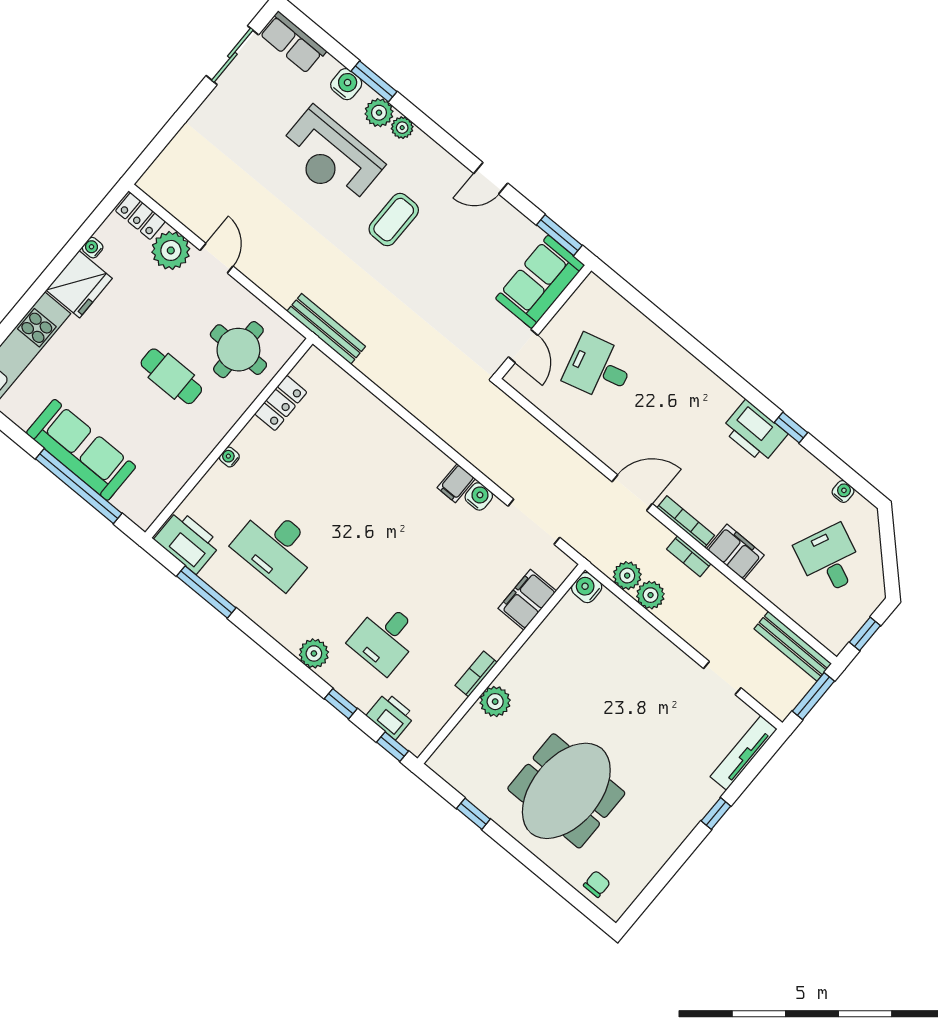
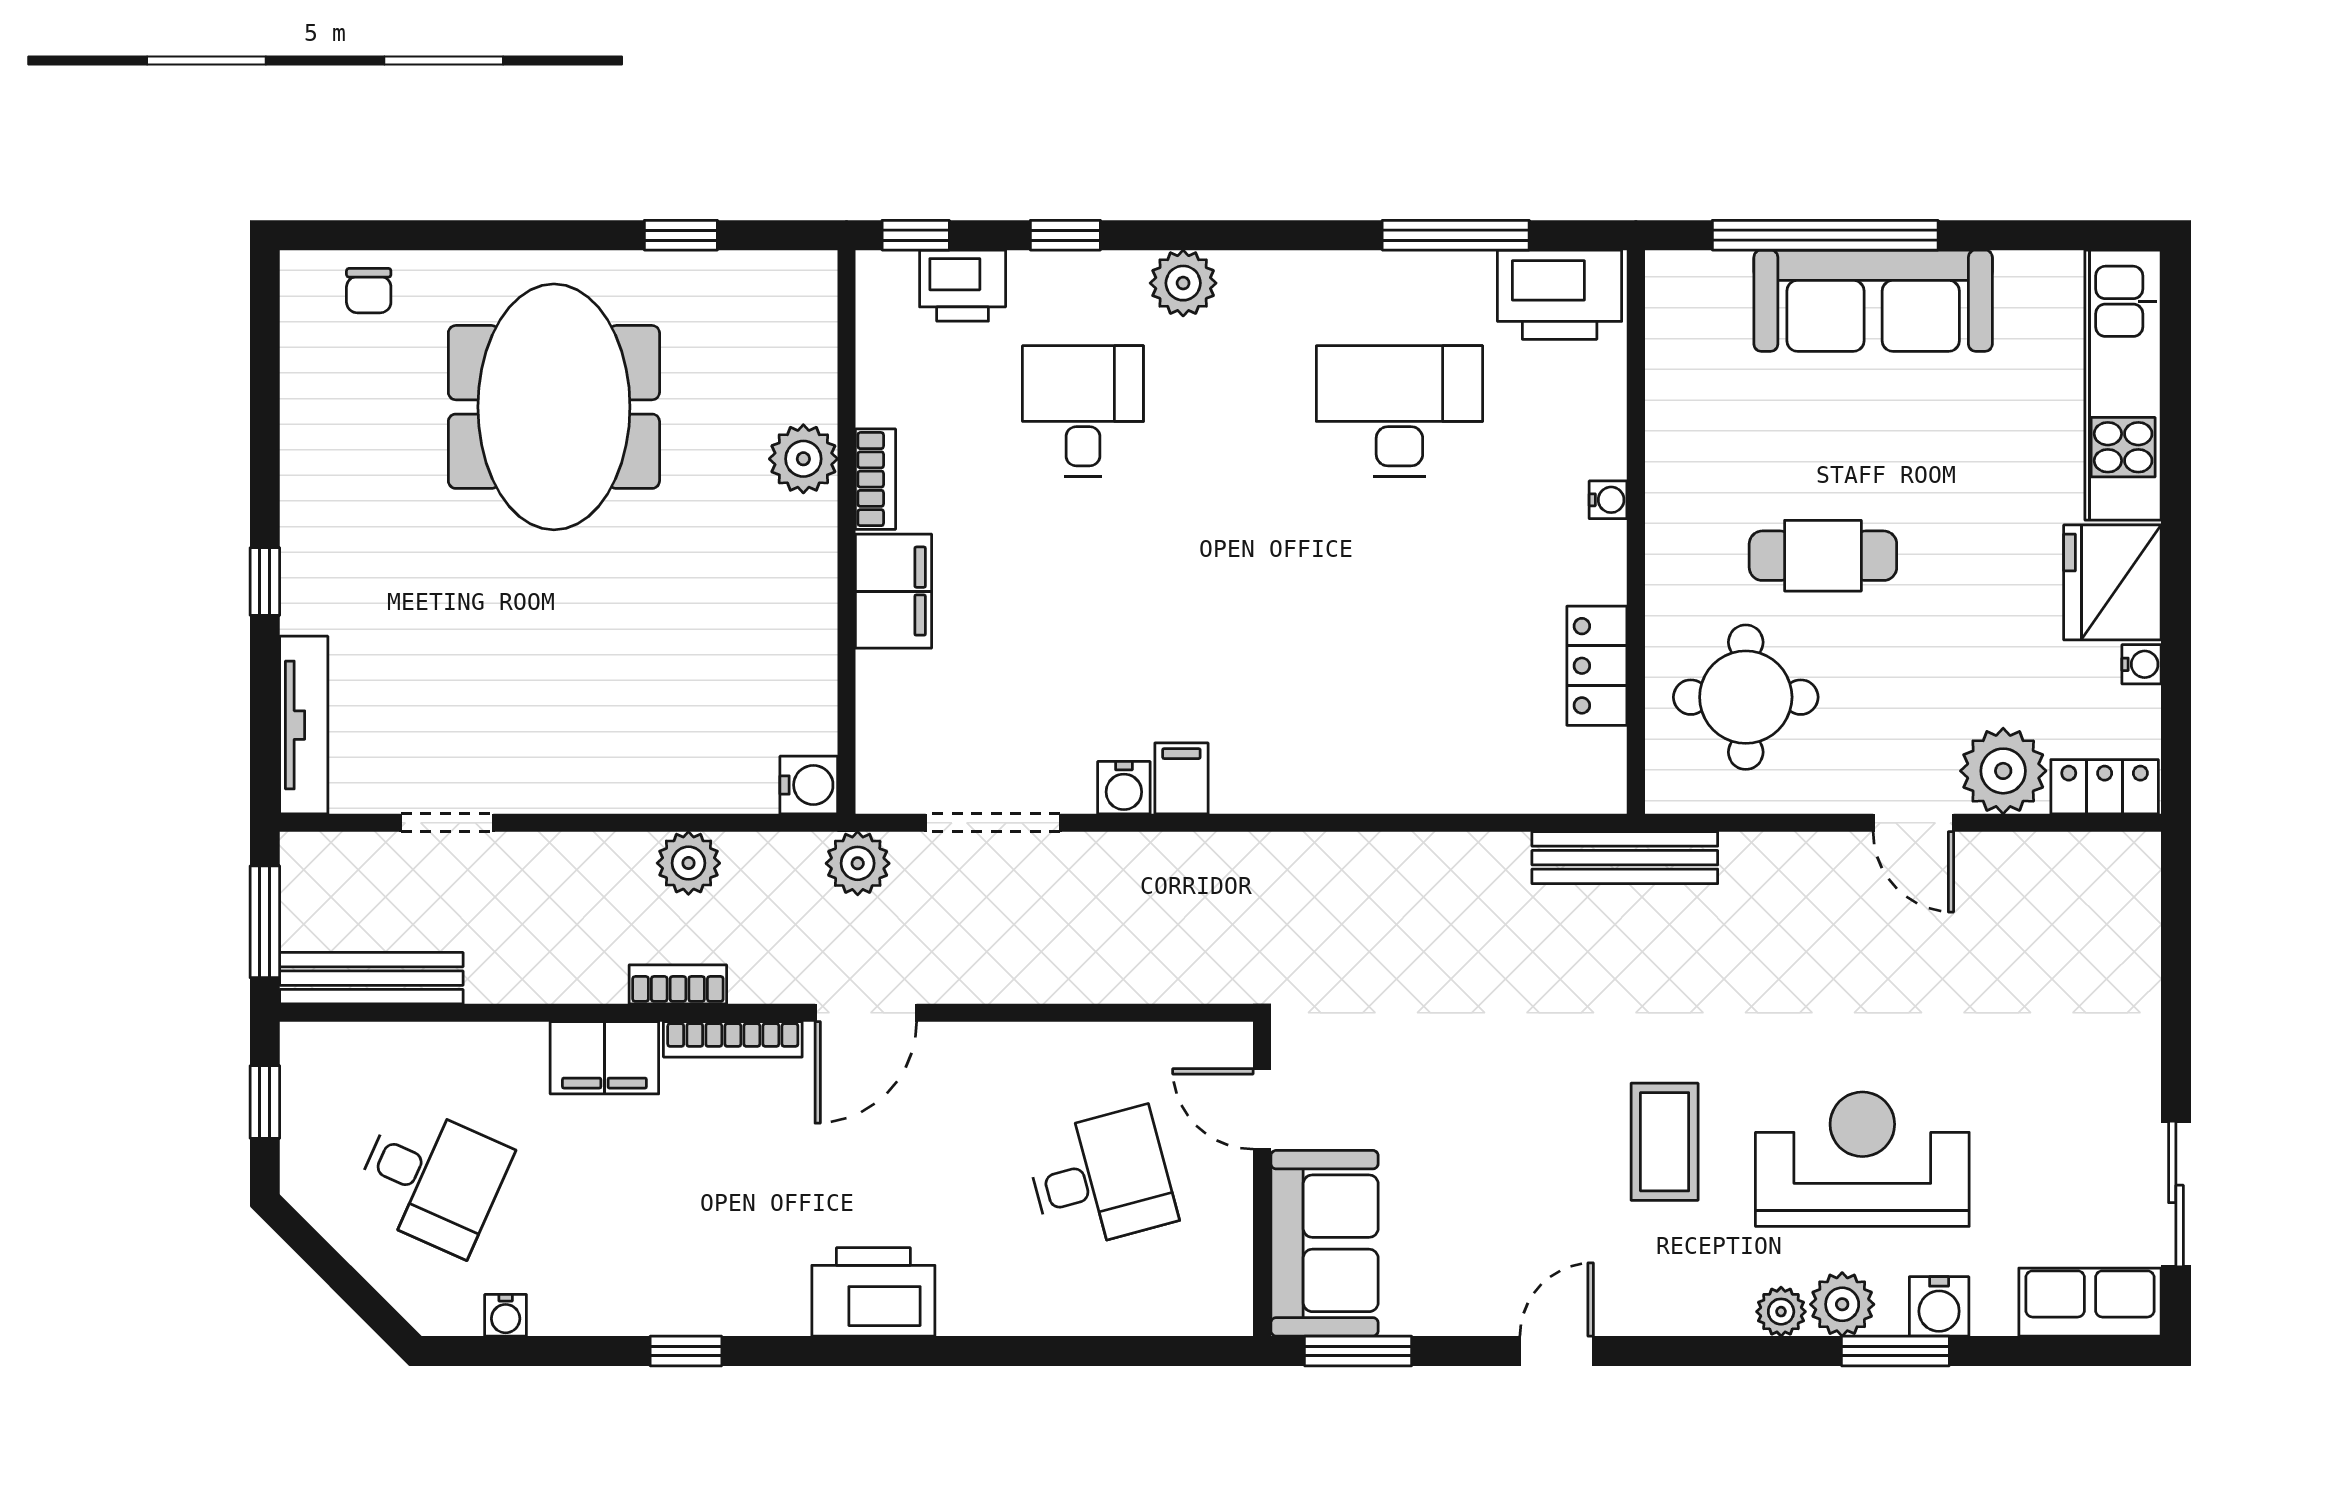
printer: (754, 432) -> (873, 1292), moved
plant: (627, 576) -> (858, 863), moved
filing cabinet: (527, 600) -> (893, 591), moved

